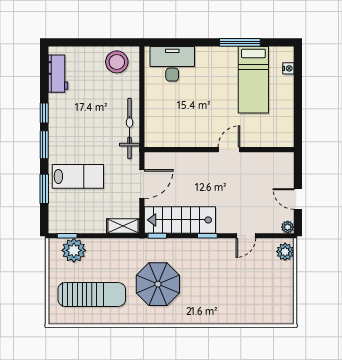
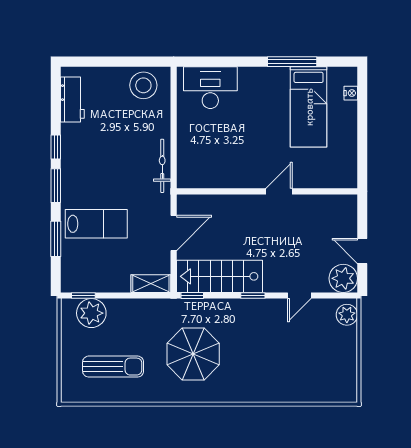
bicycle: (130, 129) -> (162, 166), width x0.73, depth x0.71
plant: (288, 227) -> (343, 278), width x1.87, depth x1.87
sun lounger: (92, 295) -> (113, 367), width x0.73, depth x0.75

